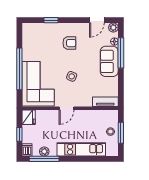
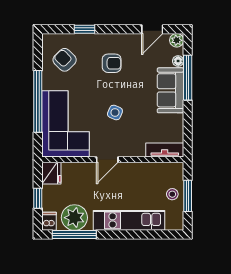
armchair: (38, 41) -> (65, 60), added
plant: (44, 151) -> (74, 218), width x1.88, depth x1.88

